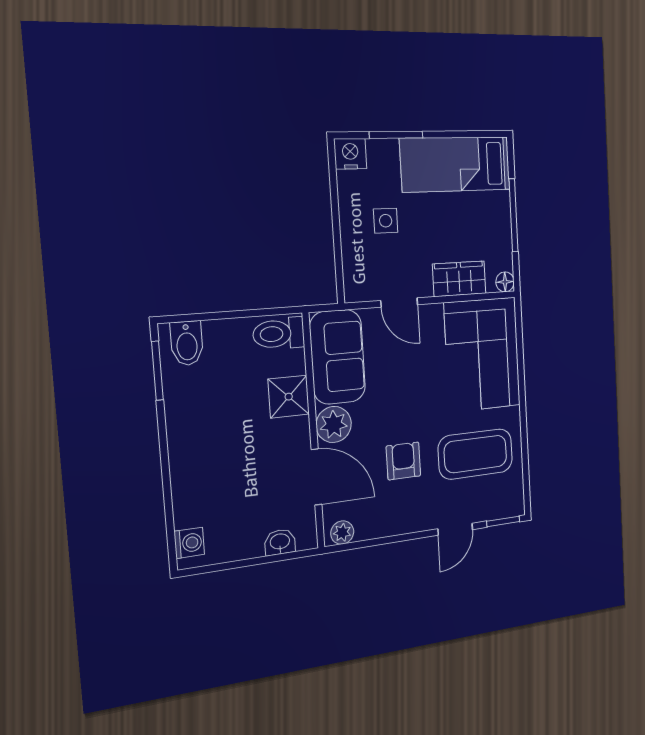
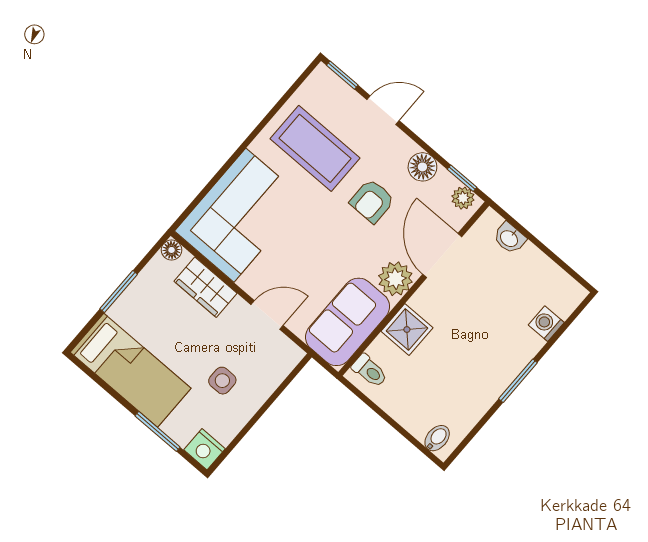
window: (513, 215) -> (119, 291), width x0.69
door: (399, 303) -> (267, 315), hinge flipped
toilet: (279, 334) -> (370, 371), width x0.73, depth x0.72
bidet: (187, 343) -> (437, 438), width x0.72, depth x0.74
window: (157, 371) -> (518, 381), moved
floor lamp: (392, 522) -> (422, 167), added
washing machine: (189, 543) -> (546, 324), moved
window: (357, 545) -> (462, 178), added

